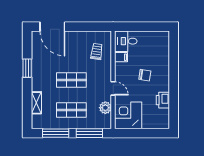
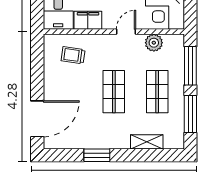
filing cabinet: (121, 57) -> (88, 20), width x2.00

